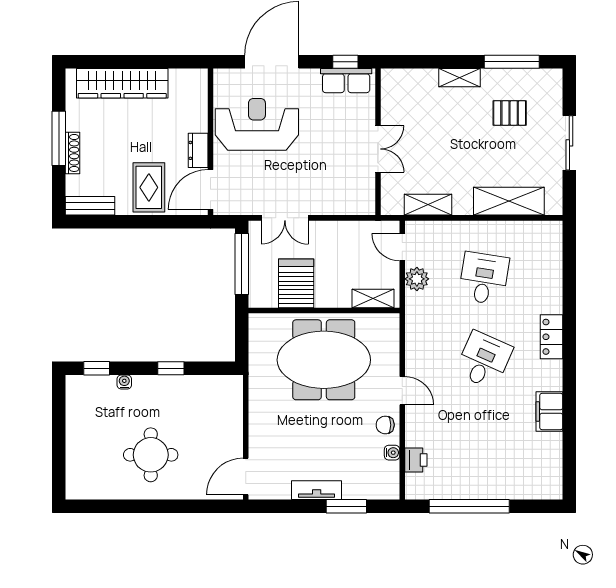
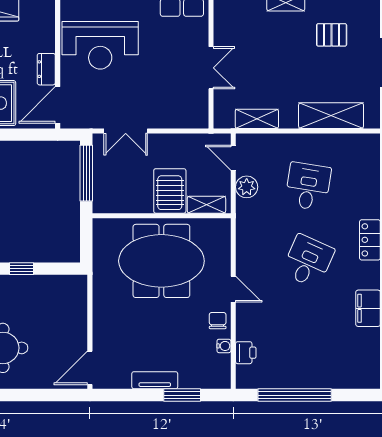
reception desk: (257, 124) -> (100, 45), turned 180
server rack: (296, 283) -> (170, 191), moved
chair: (385, 425) -> (218, 321), turned 90

